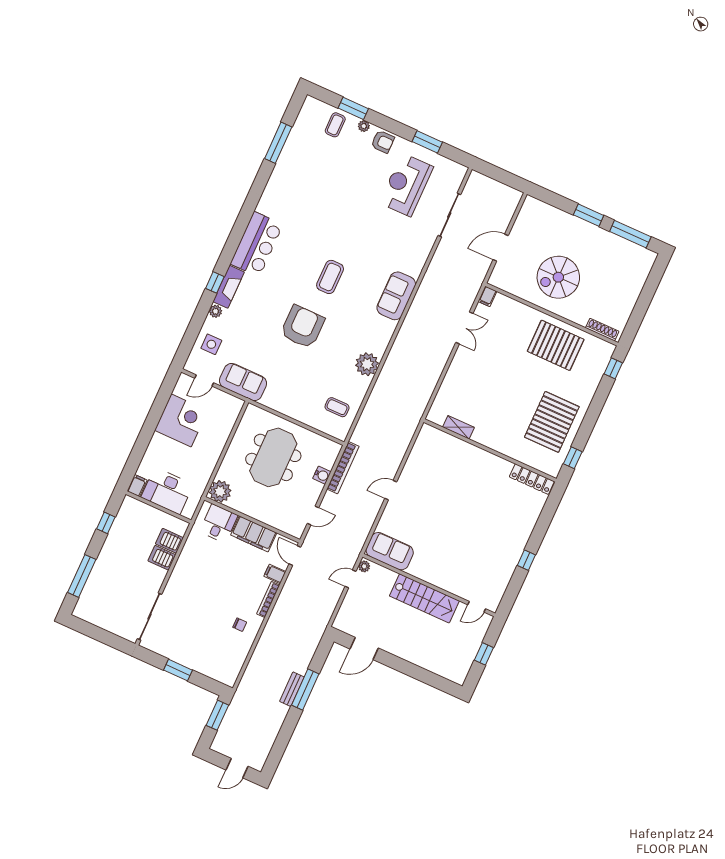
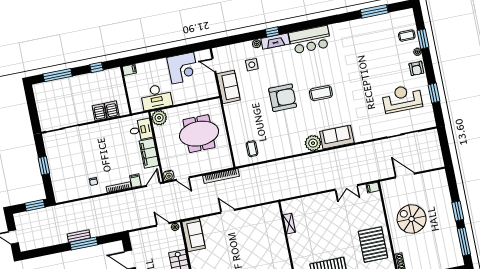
side table: (211, 344) -> (252, 65), moved
plant: (367, 364) -> (313, 143), moved
water cooler: (322, 475) -> (169, 175), moved
desk: (167, 491) -> (156, 97), moved, turned -90

